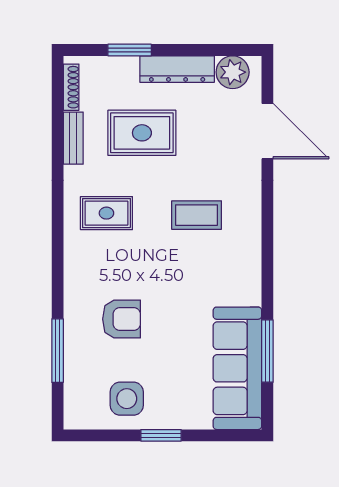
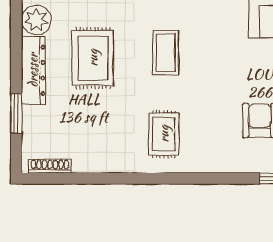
rug: (142, 133) -> (93, 58), moved
bench: (73, 138) -> (96, 164), removed

